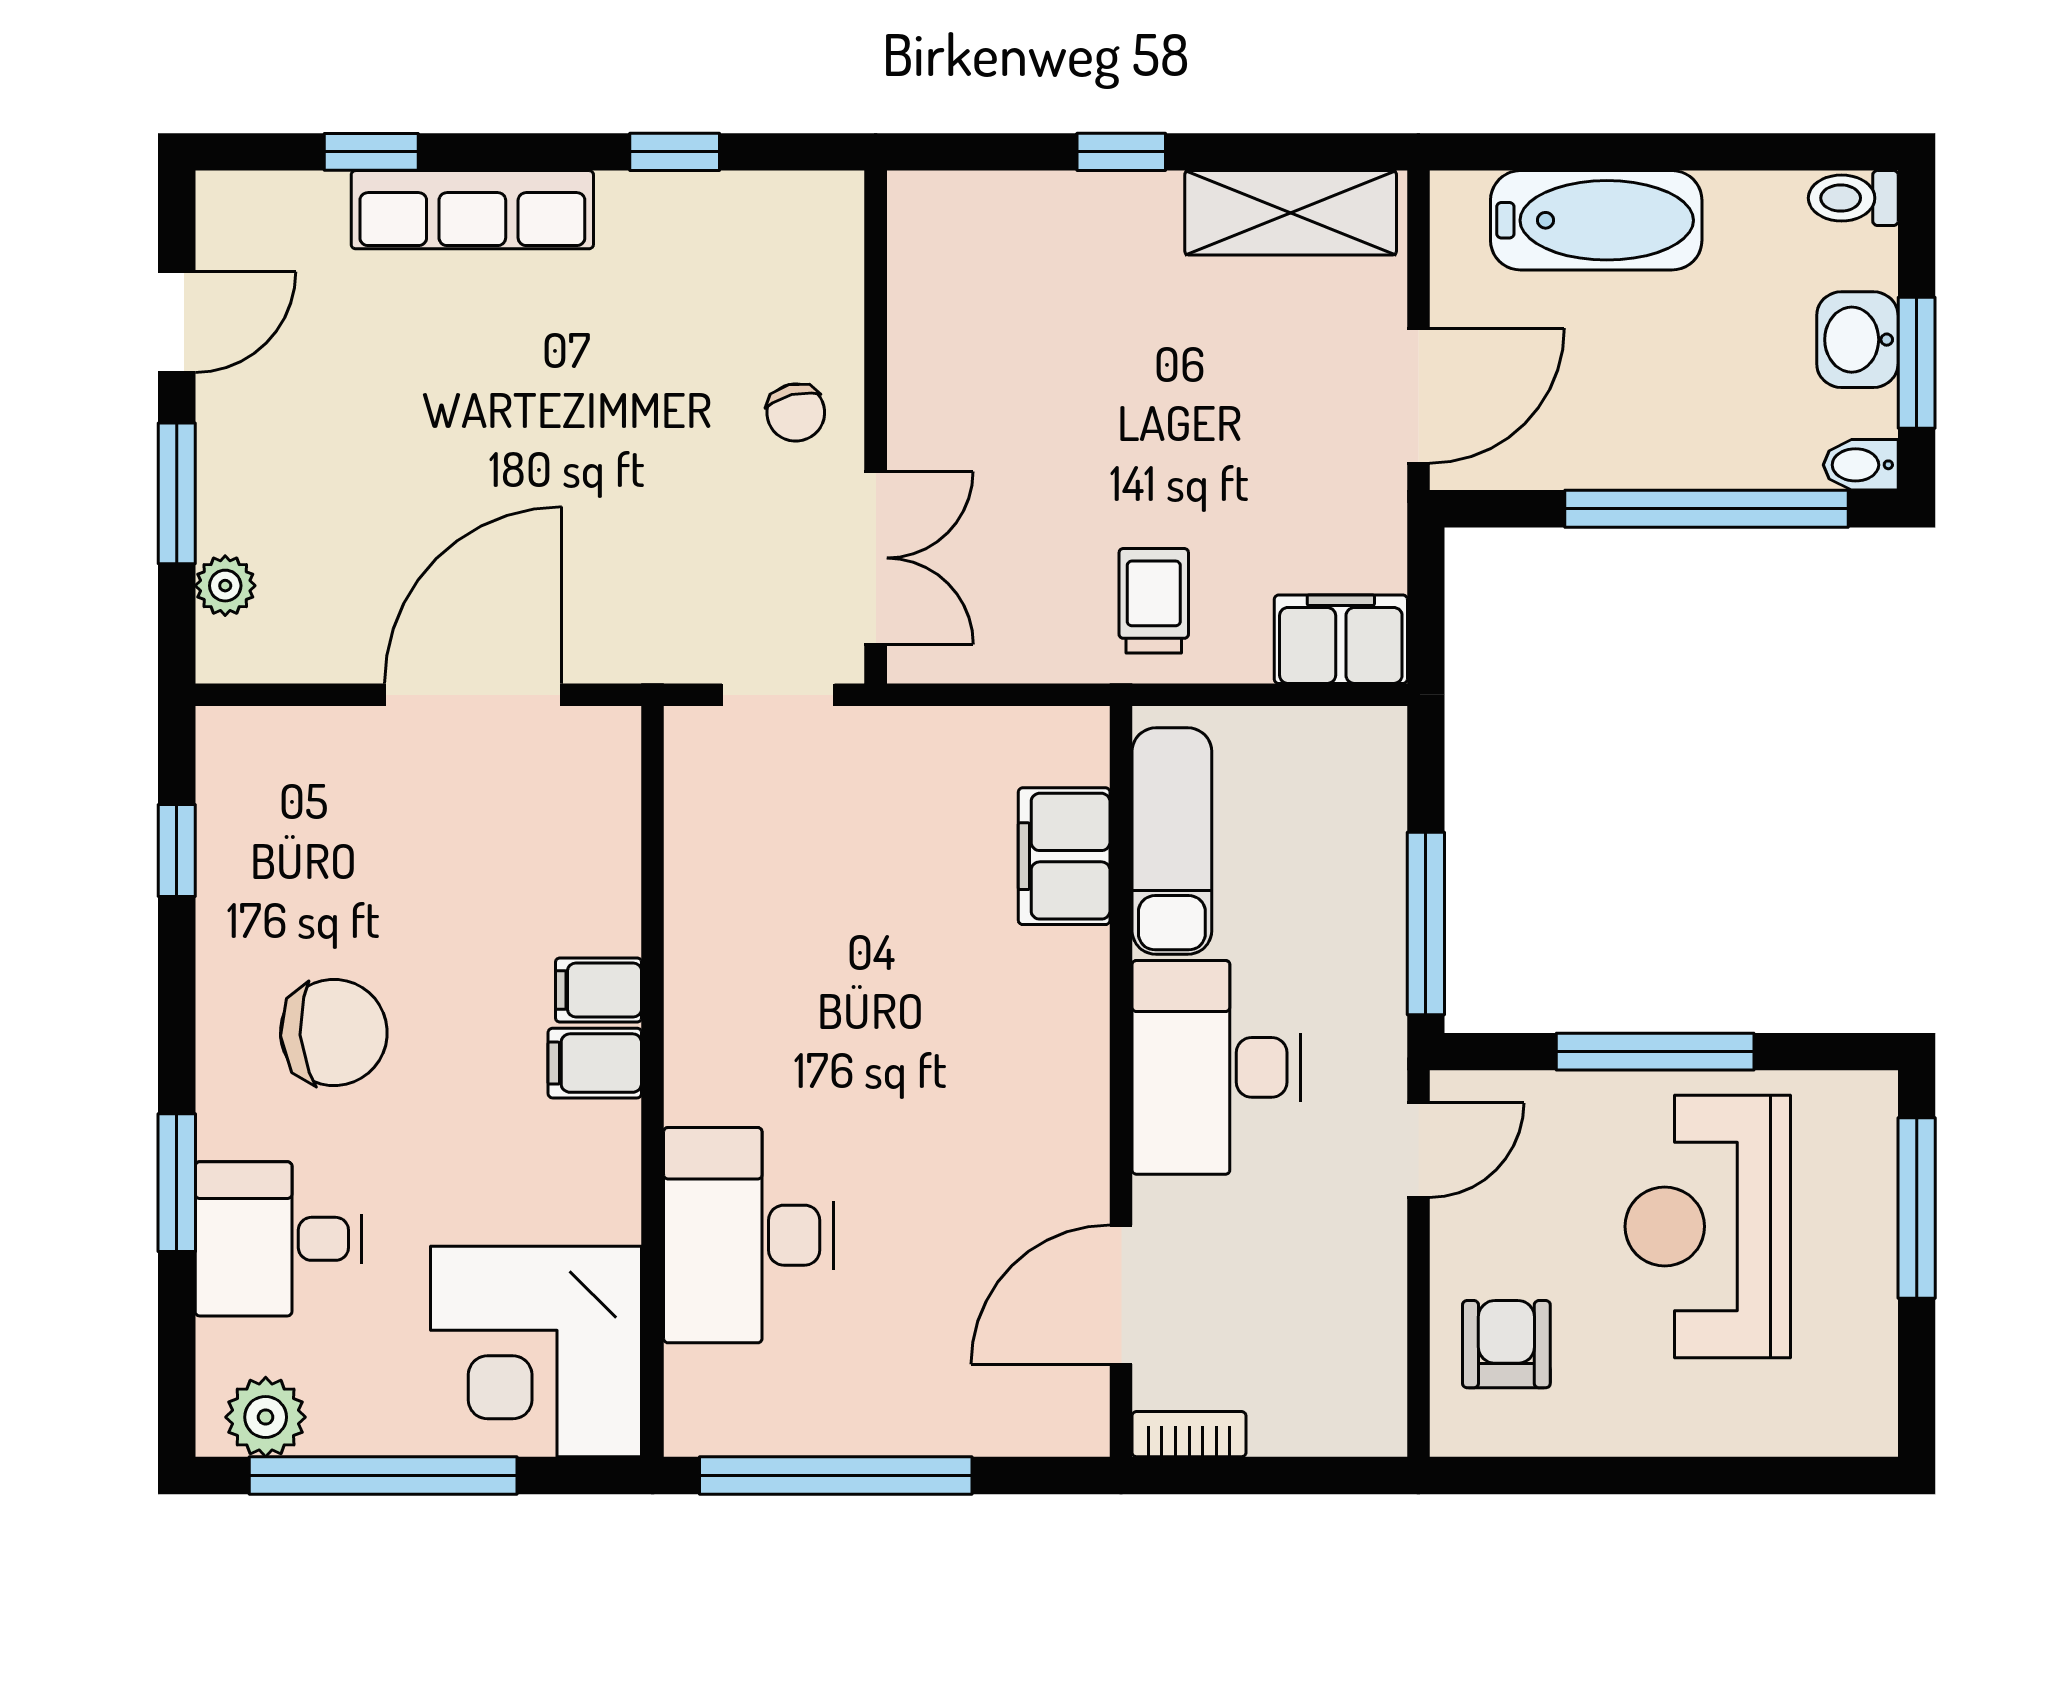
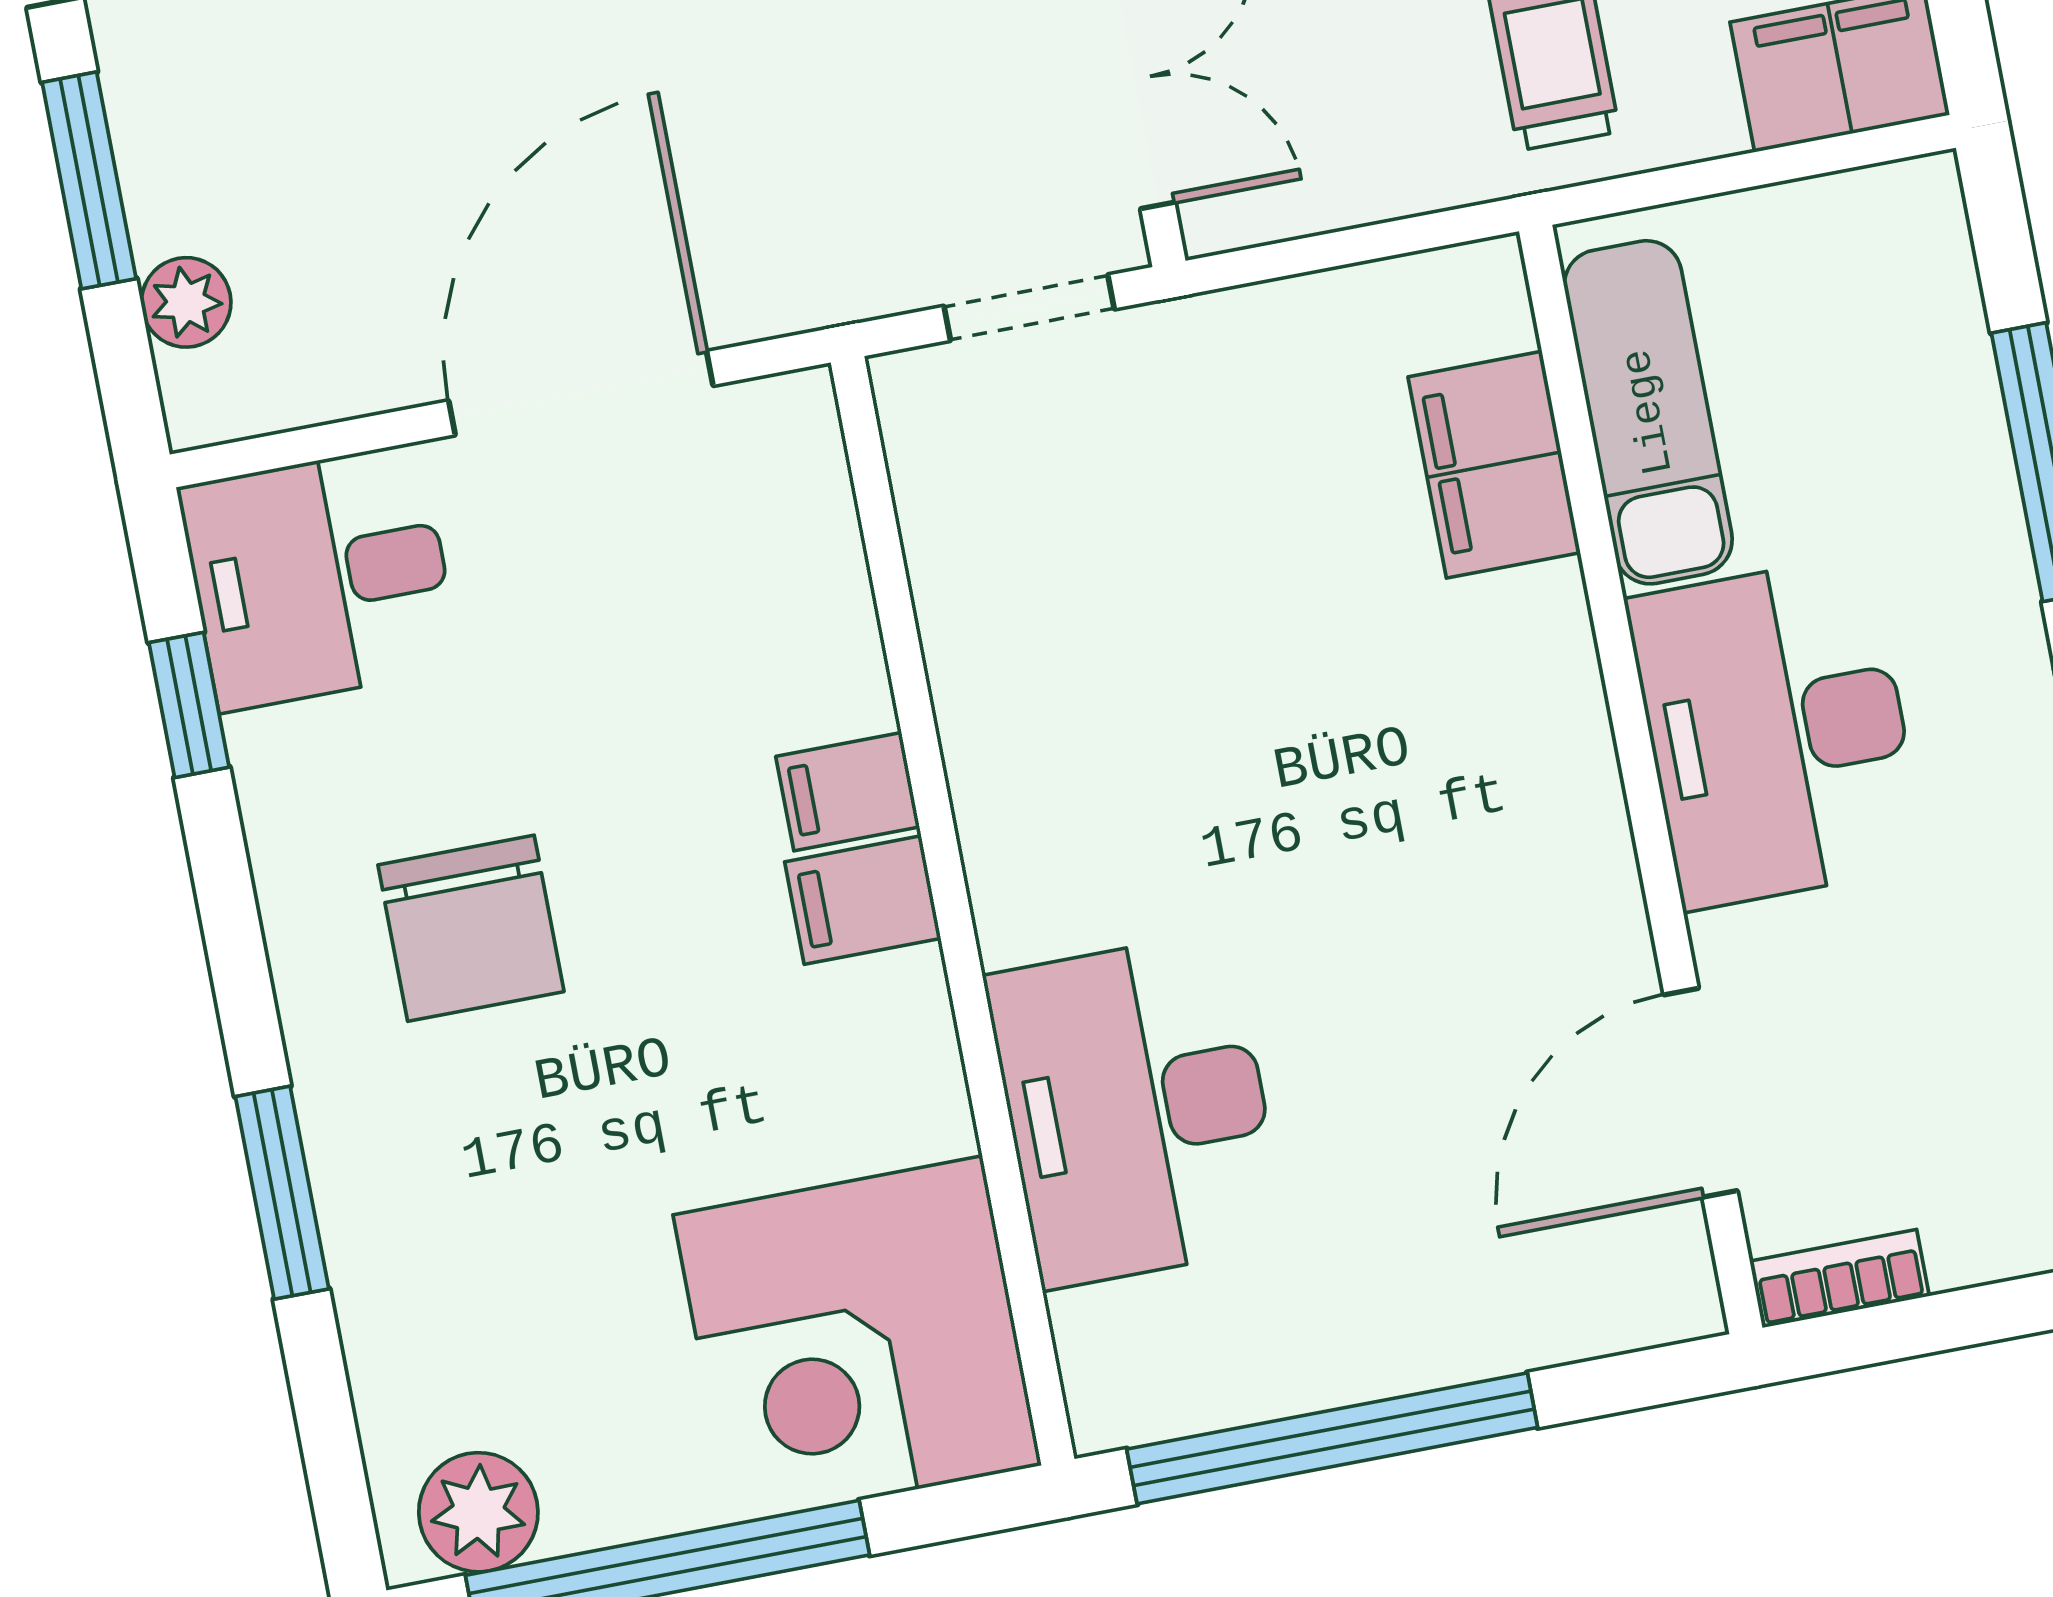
chair: (334, 1032) -> (471, 928), turned 94
desk: (278, 1239) -> (320, 577), moved

